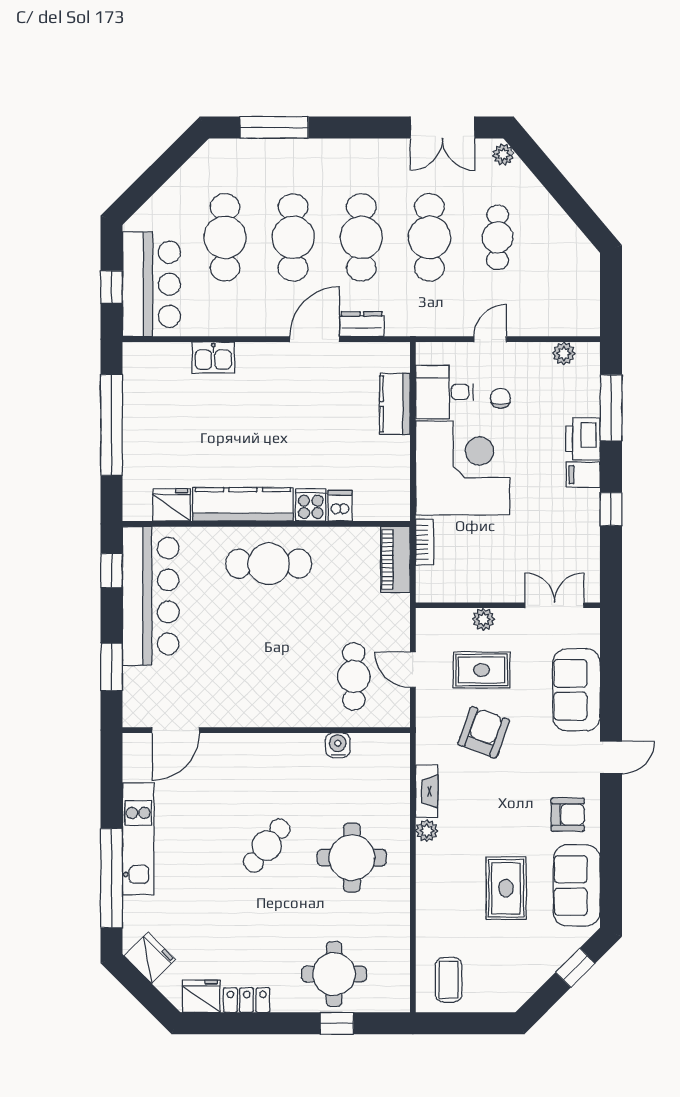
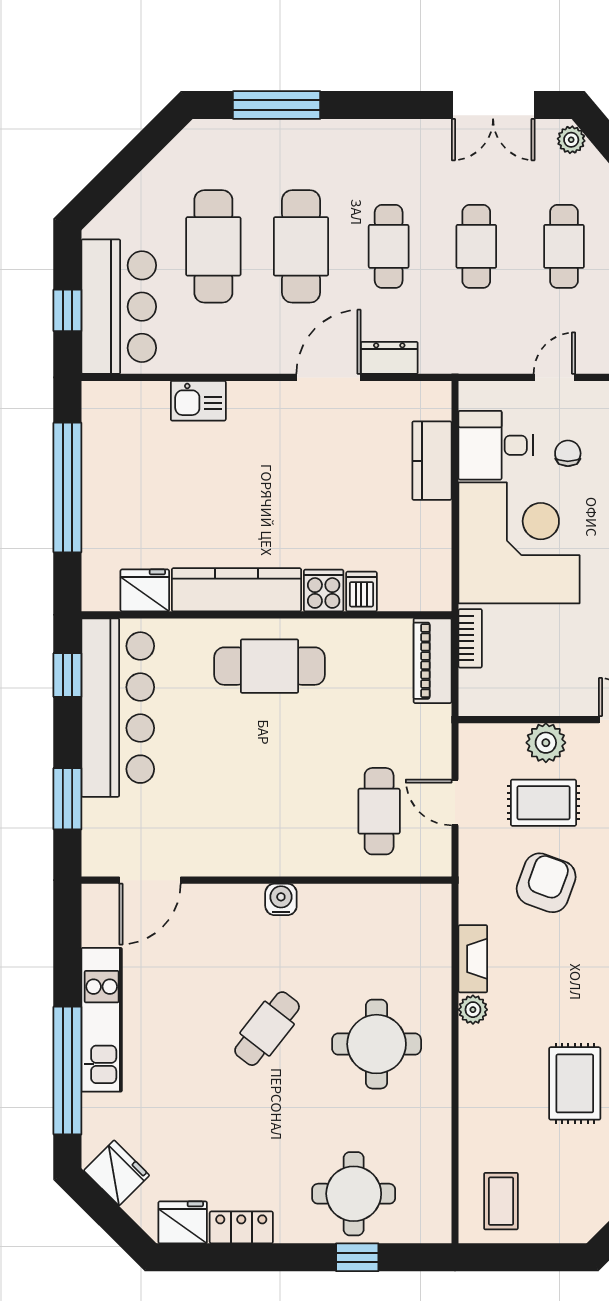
cafe table: (361, 237) -> (389, 246), width x0.73, depth x0.74
cafe table: (429, 237) -> (476, 246), width x0.73, depth x0.74
plant: (483, 619) -> (546, 743), width x1.38, depth x1.38
water cooler: (338, 745) -> (281, 899), moved

